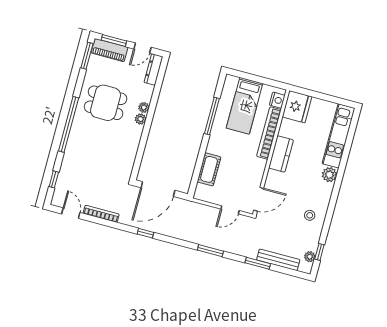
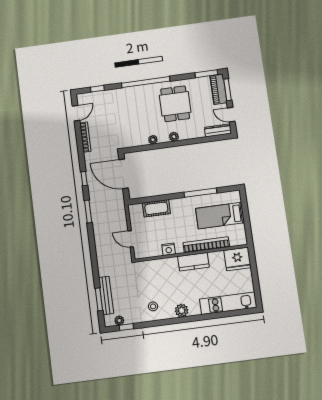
nightstand: (277, 100) -> (169, 249), moved
plant: (144, 107) -> (153, 140), moved
plant: (329, 175) -> (182, 311), moved
door: (259, 199) -> (149, 259), removed
window: (210, 251) -> (88, 212), moved
window: (258, 263) -> (99, 299), moved

